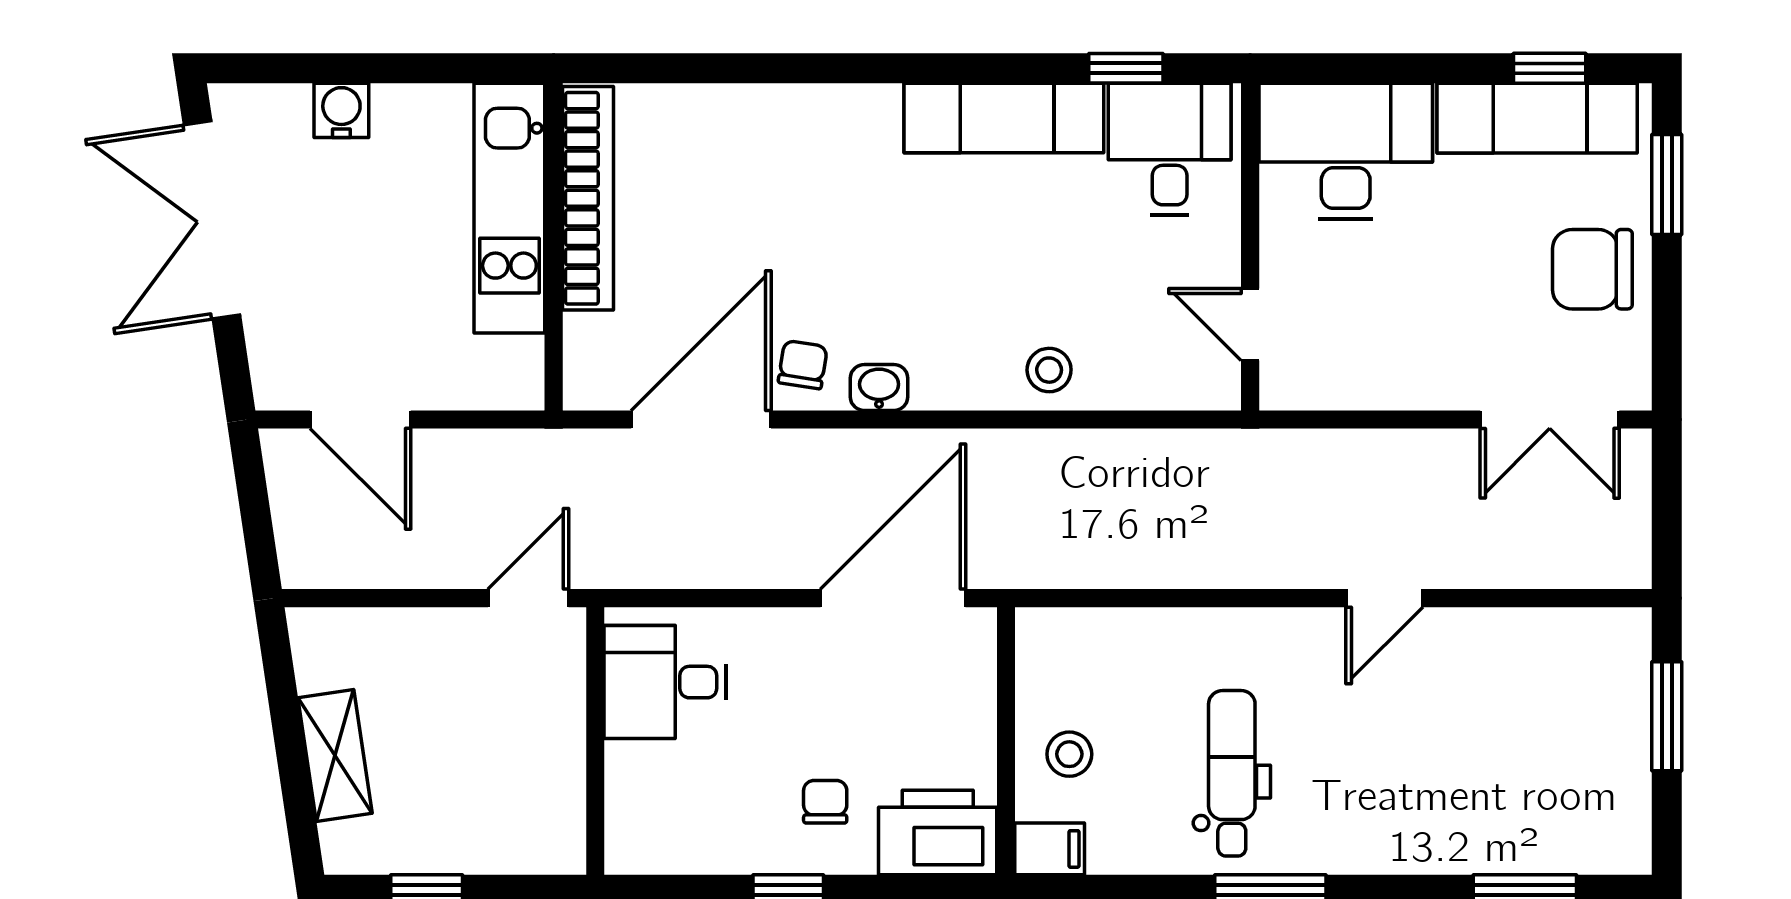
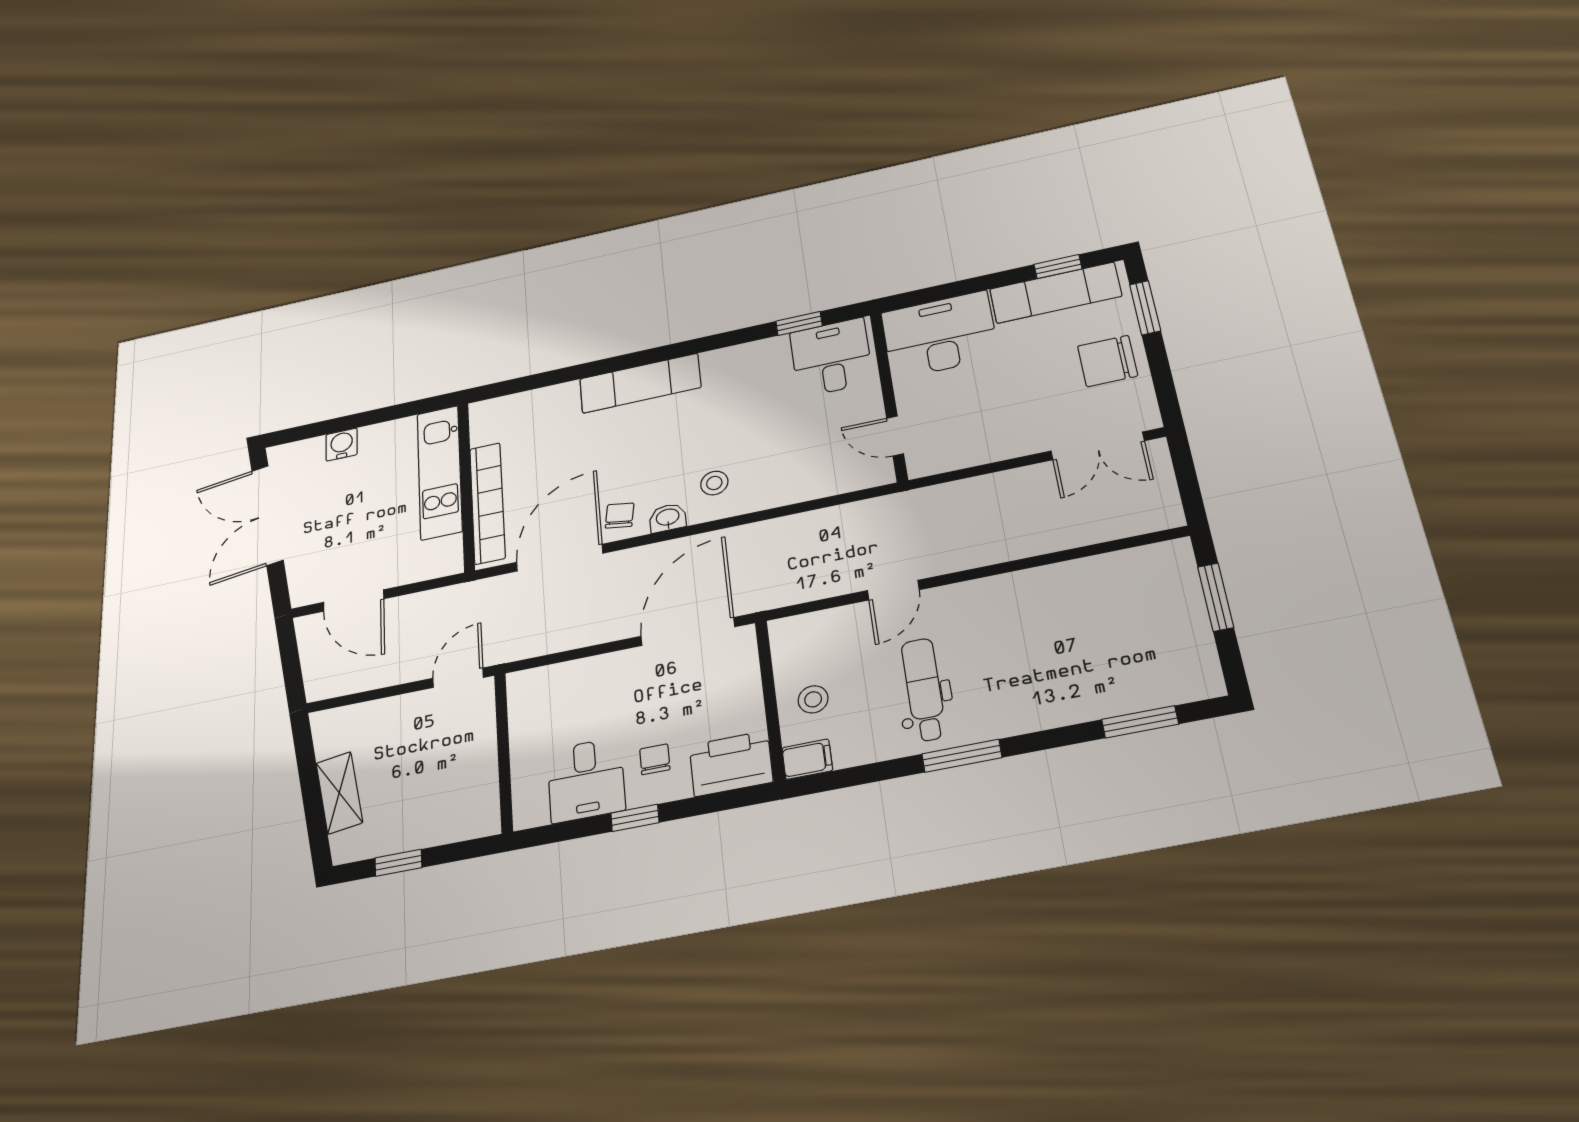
exam couch: (1004, 118) -> (640, 383), moved
bookcase: (588, 198) -> (487, 503), moved
stool: (1049, 370) -> (714, 483), moved
door: (1384, 598) -> (893, 590), moved
desk: (665, 682) -> (586, 780), moved, turned -90

